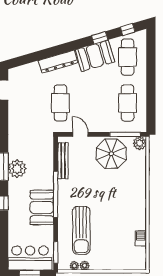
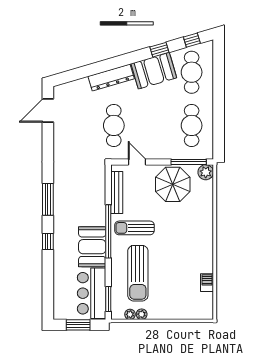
plant: (17, 169) -> (64, 202), removed
sun lounger: (78, 191) -> (135, 228), added
bar counter: (30, 258) -> (92, 293), moved, turned -90

